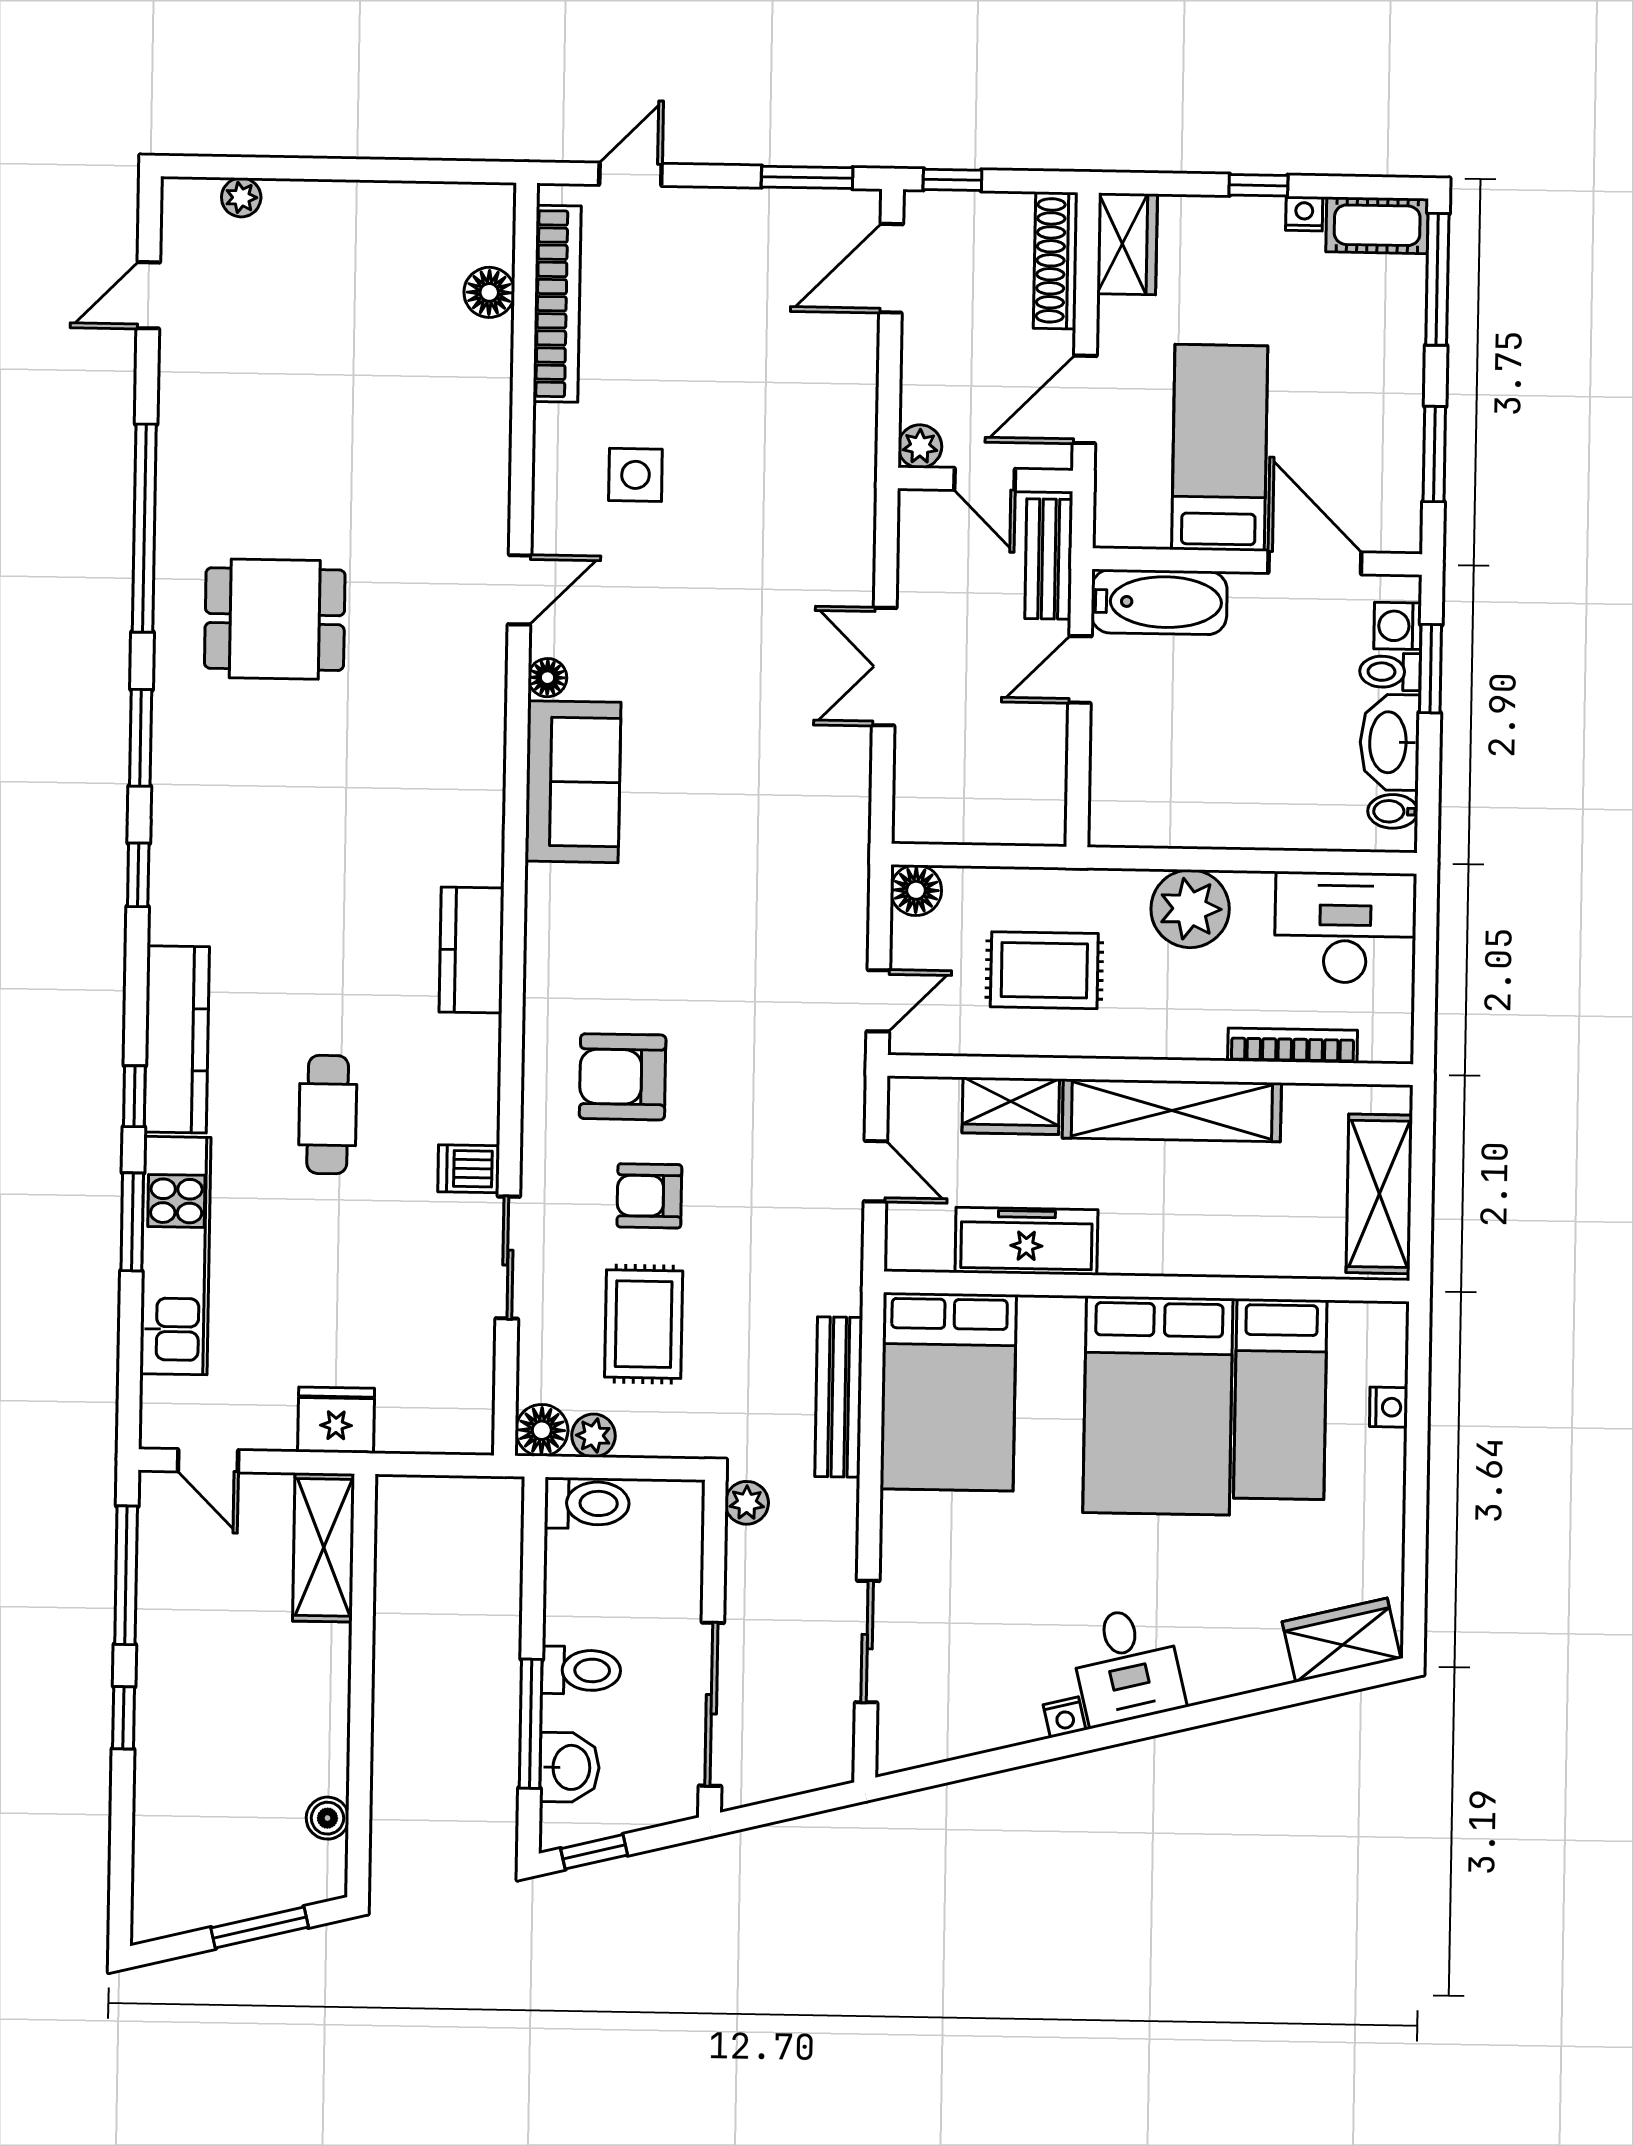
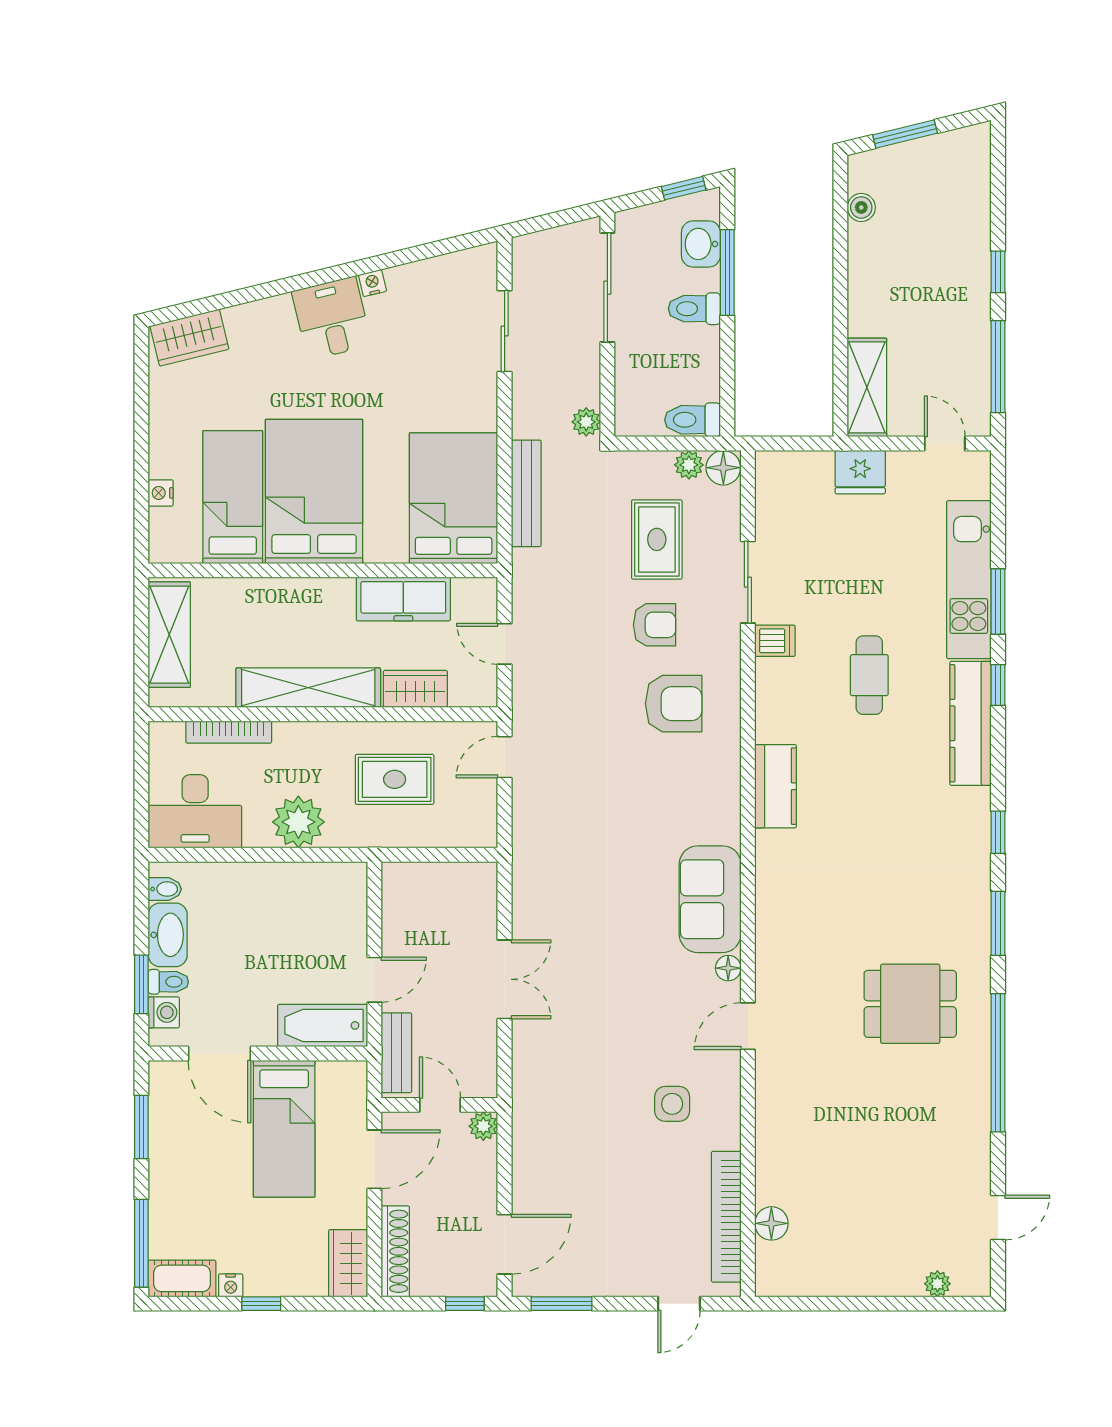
floor lamp: (916, 890) -> (481, 831), removed

